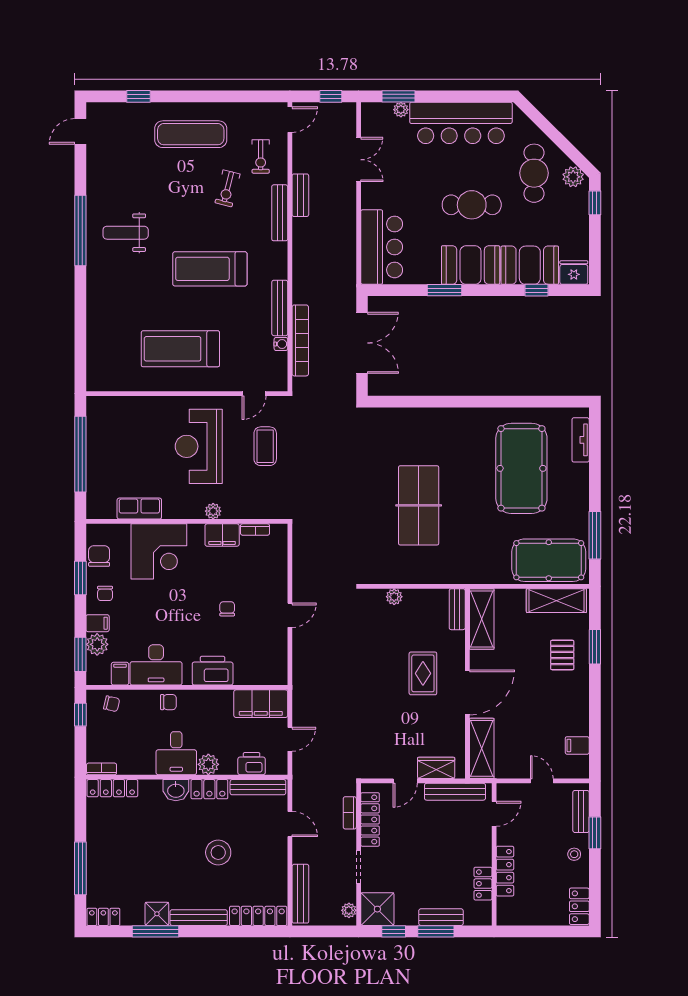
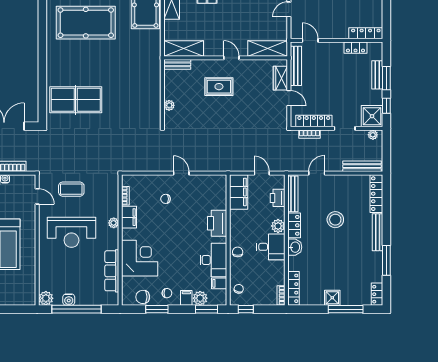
plant: (97, 407) -> (46, 298), added
water cooler: (95, 442) -> (69, 300), added
table tennis table: (419, 505) -> (76, 100), moved
row of seats: (139, 509) -> (112, 271), width x1.48
chair: (227, 609) -> (166, 199), moved
door: (467, 692) -> (231, 58), width x0.53
locker: (505, 871) -> (366, 33), moved
shower: (157, 914) -> (332, 298), moved

